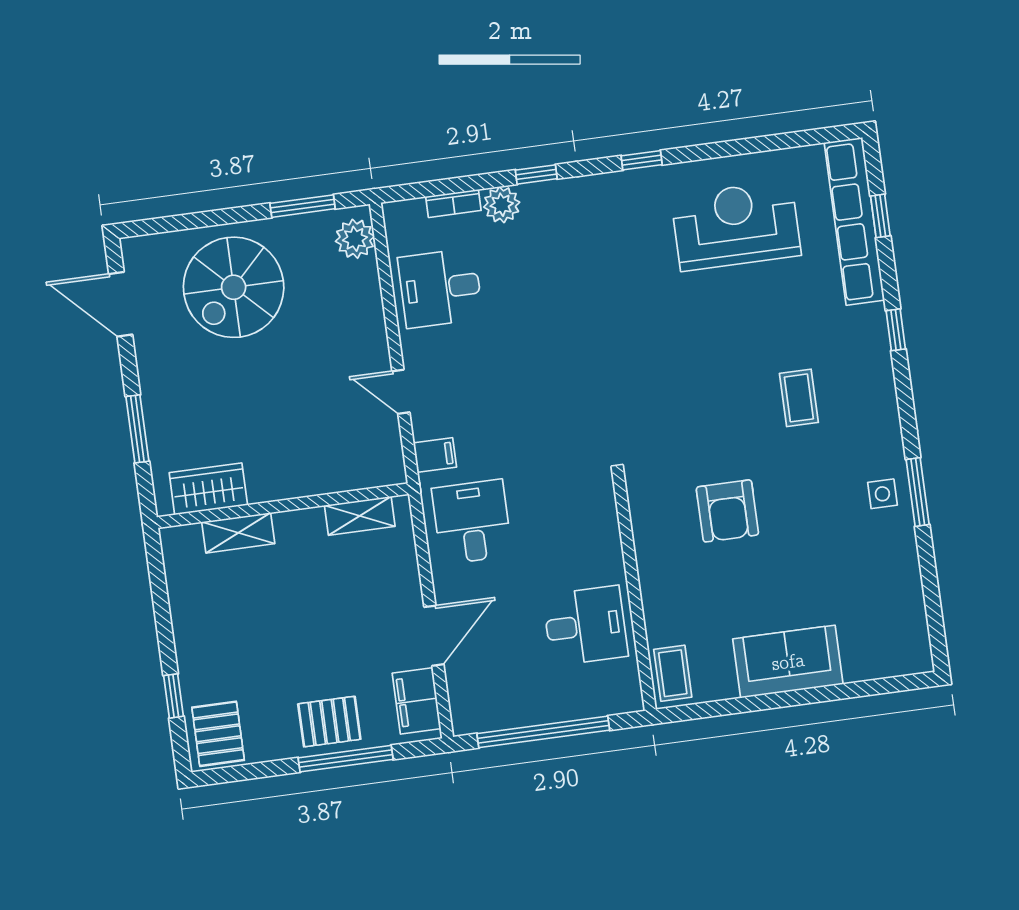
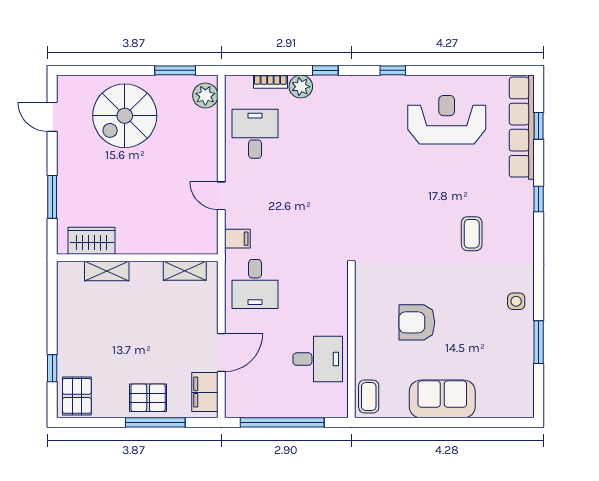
desk: (440, 288) -> (255, 134), turned 90
door: (121, 304) -> (52, 117), width x0.73
window: (918, 492) -> (539, 342), moved
armchair: (727, 511) -> (417, 322), moved, turned 90
desk: (472, 522) -> (255, 284), turned 180

